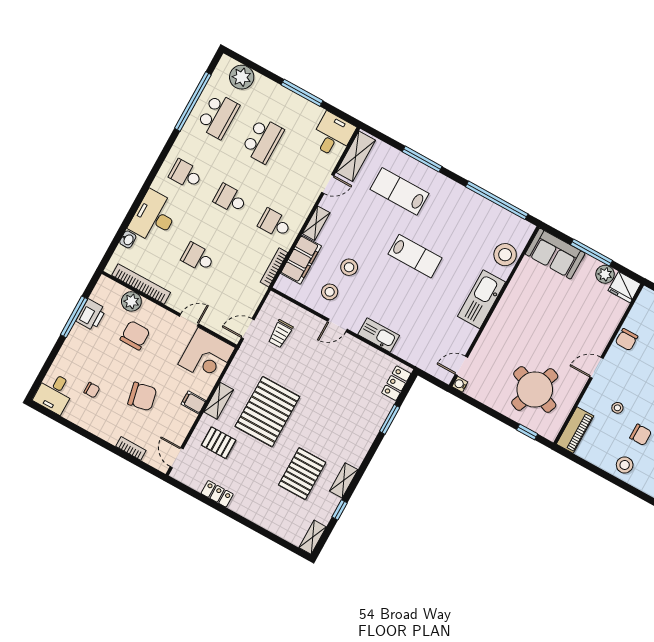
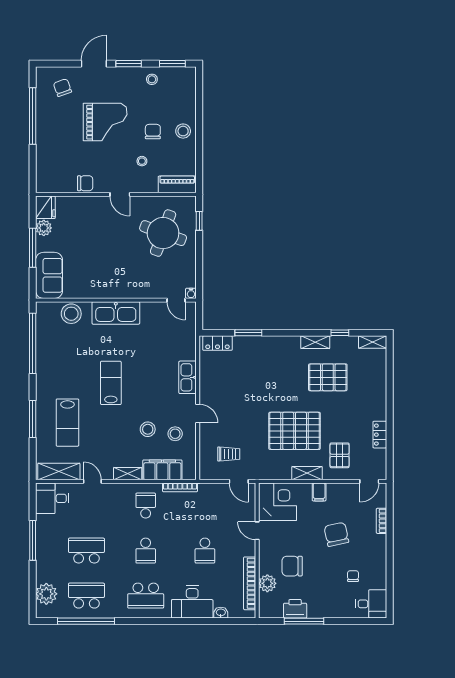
school desk: (186, 174) -> (146, 596), width x1.85
school desk: (275, 224) -> (146, 506), turned 180

